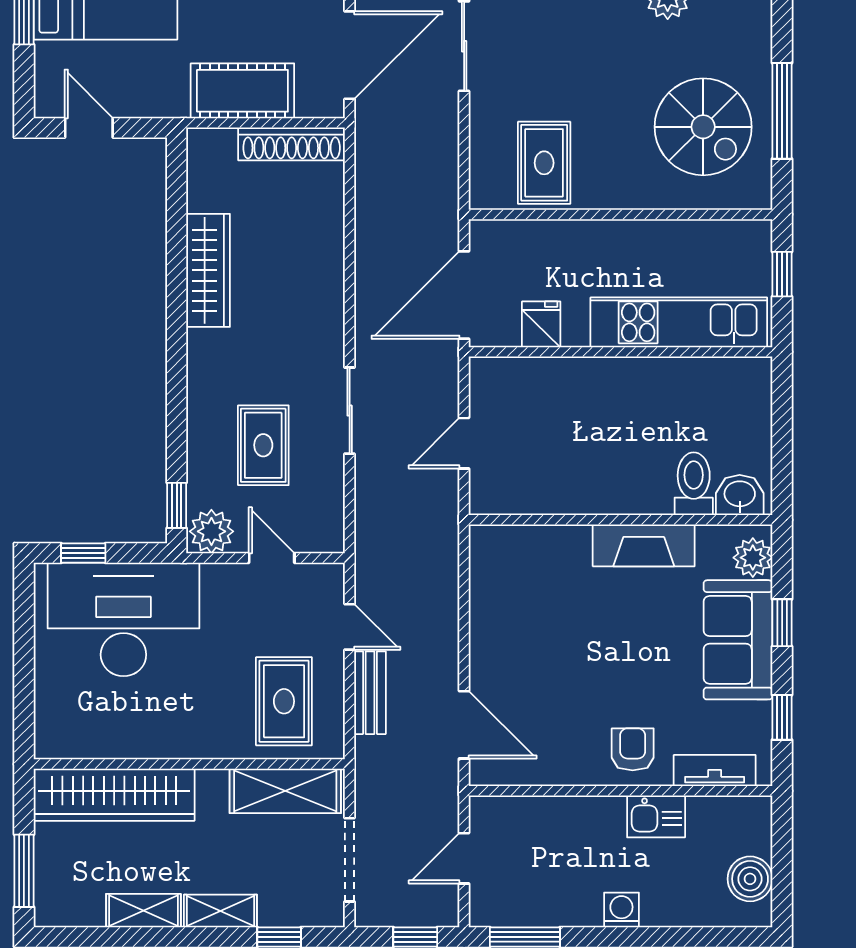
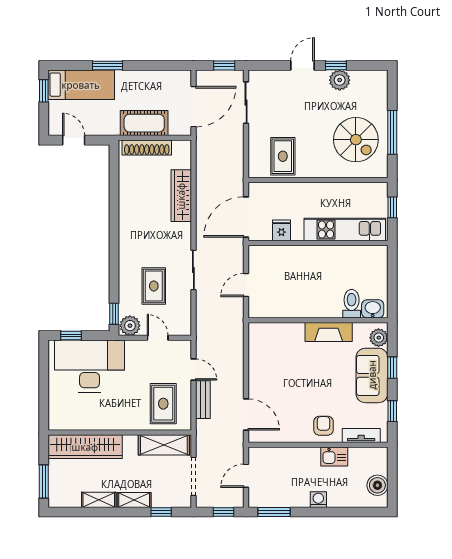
shoe rack: (292, 144) -> (147, 148), moved
wardrobe: (208, 270) -> (181, 196), moved, turned 180

